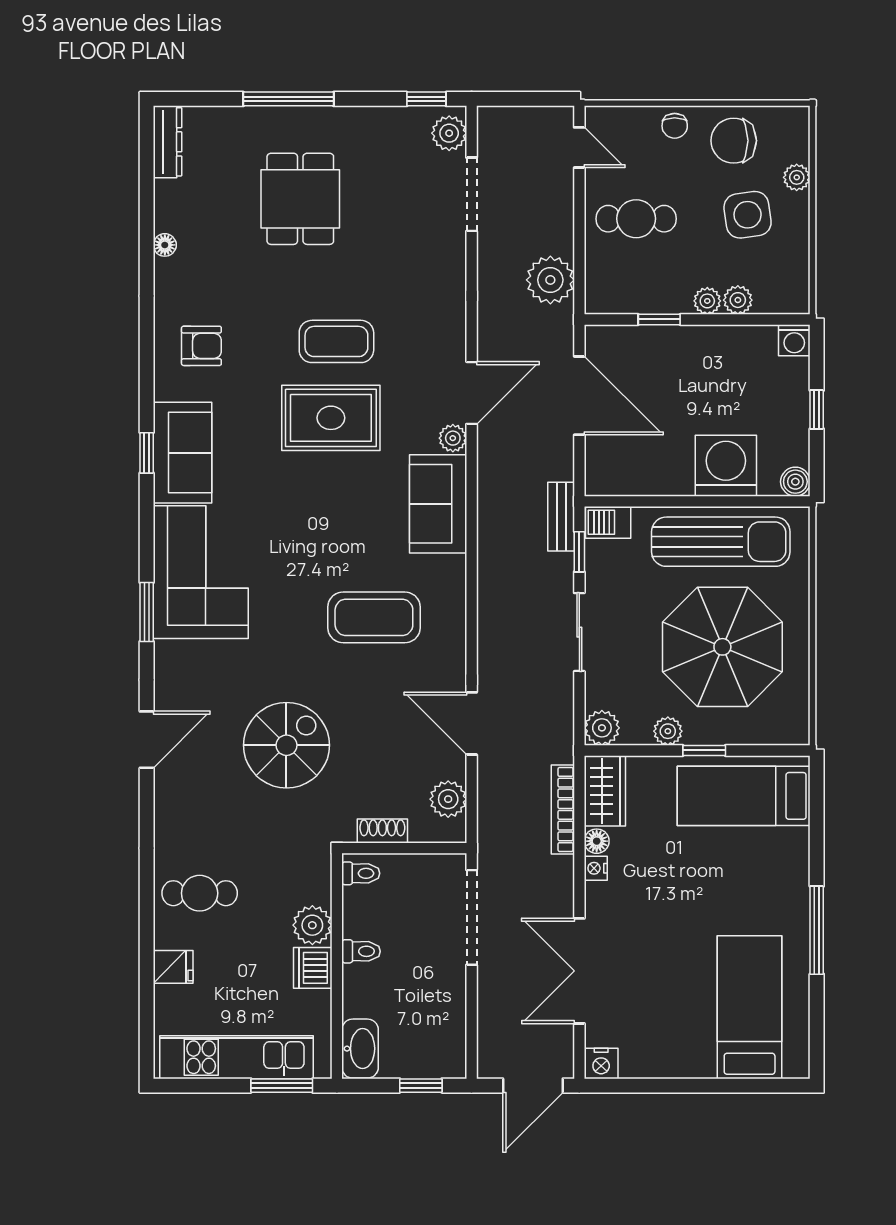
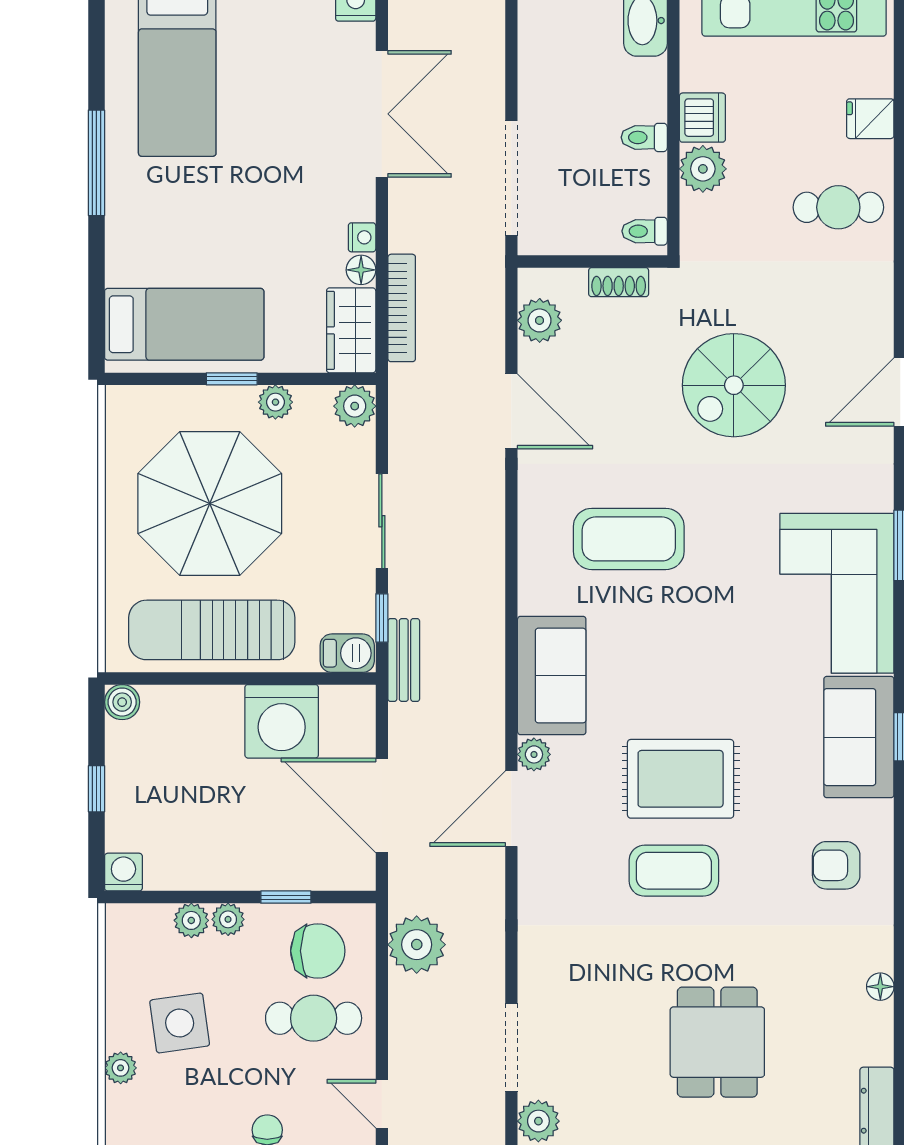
chair: (734, 141) -> (318, 951), moved
washing machine: (726, 466) -> (282, 721), moved

